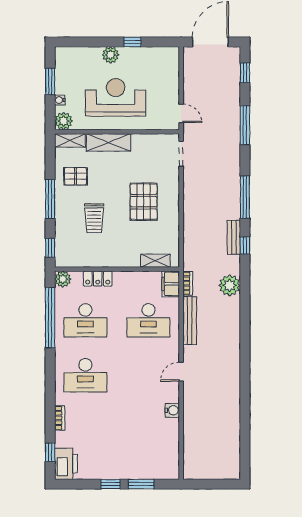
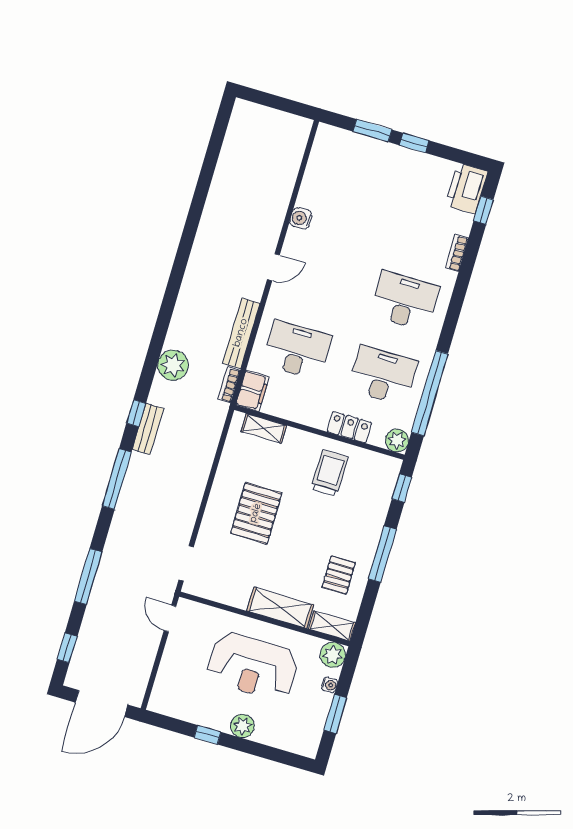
pallet: (76, 176) -> (339, 575), turned 90
trolley: (94, 218) -> (329, 473), moved

